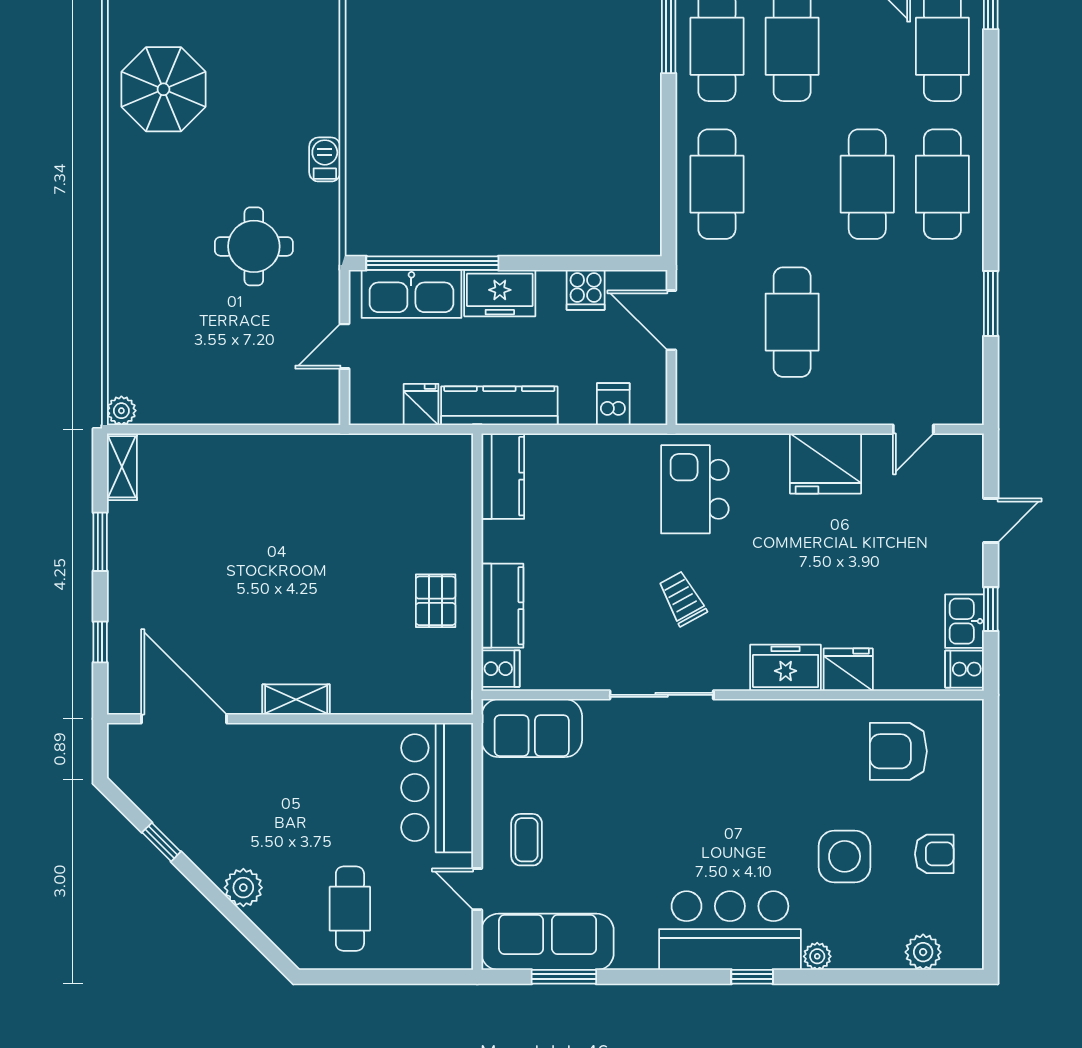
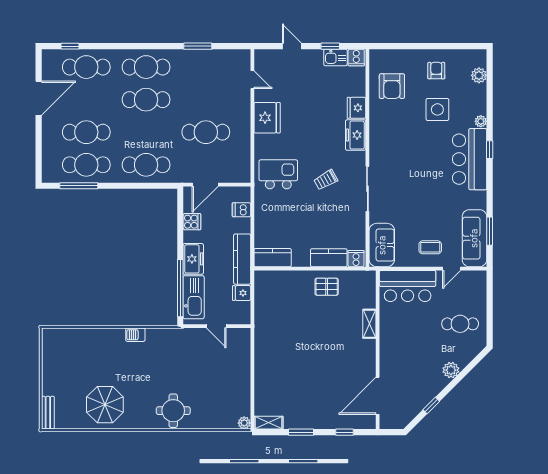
round table: (254, 246) -> (173, 411), moved
kitchen island: (695, 489) -> (278, 174), turned 180
shelving: (296, 699) -> (369, 324), moved

